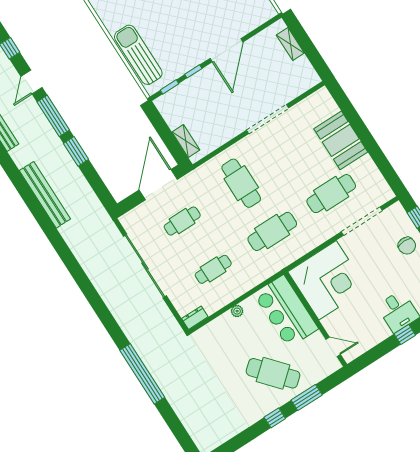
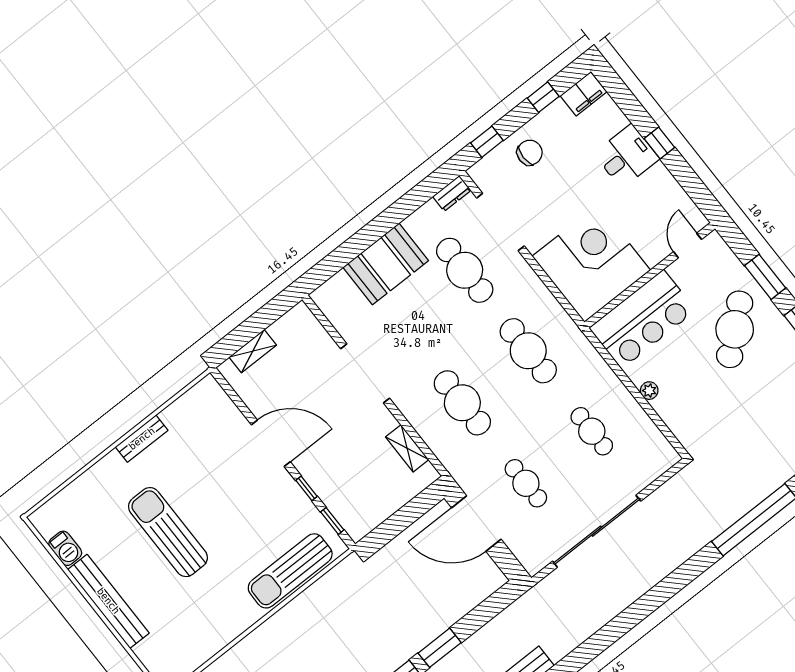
shelving: (186, 141) -> (407, 448), moved, turned 90
cafe table: (241, 183) -> (462, 403), turned 90
dresser: (195, 318) -> (452, 193), moved, turned -90

